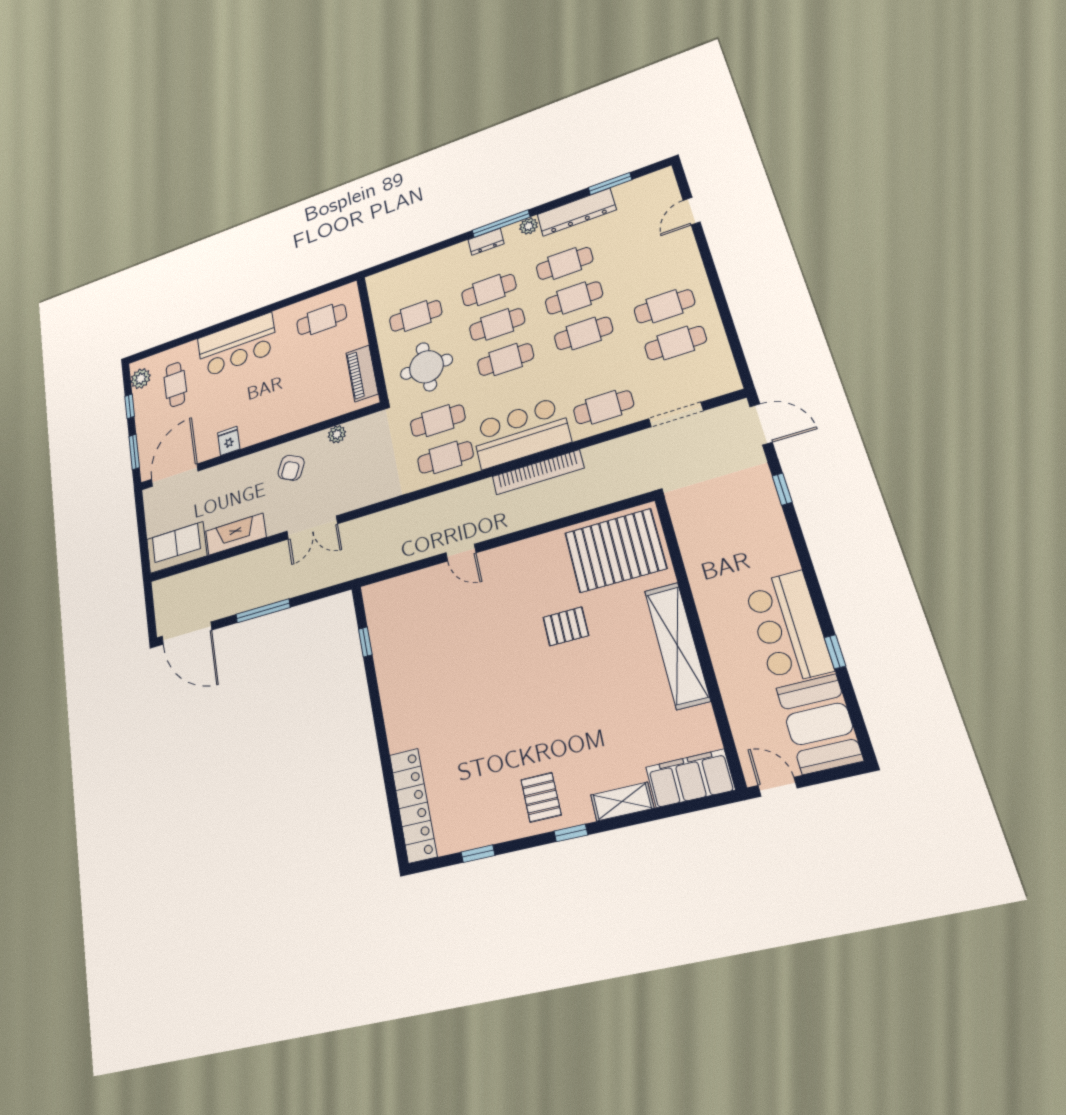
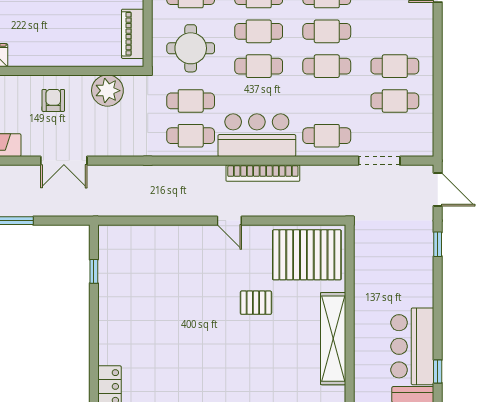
plant: (337, 434) -> (107, 91), width x1.88, depth x1.88
armchair: (291, 468) -> (53, 100), turned 153
door: (461, 553) -> (229, 221), moved

